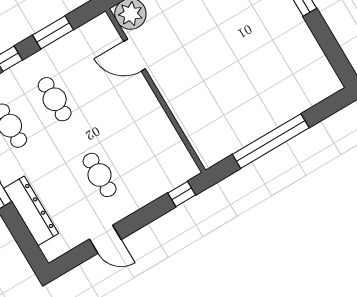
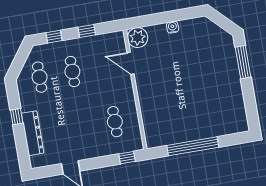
window: (53, 32) -> (87, 31), width x0.67
cafe table: (100, 175) -> (115, 122), moved

